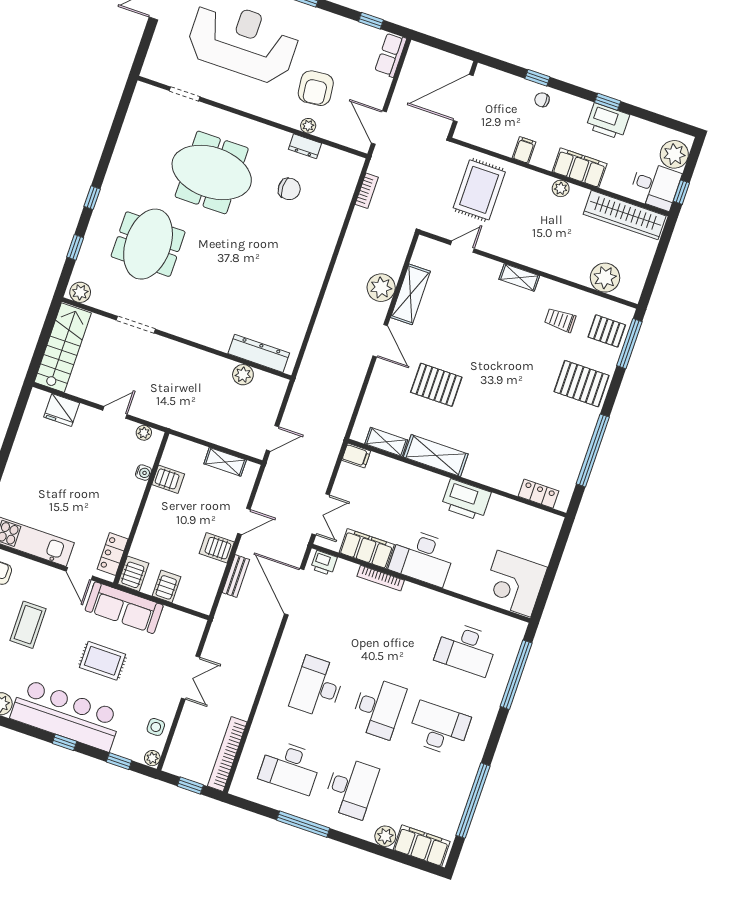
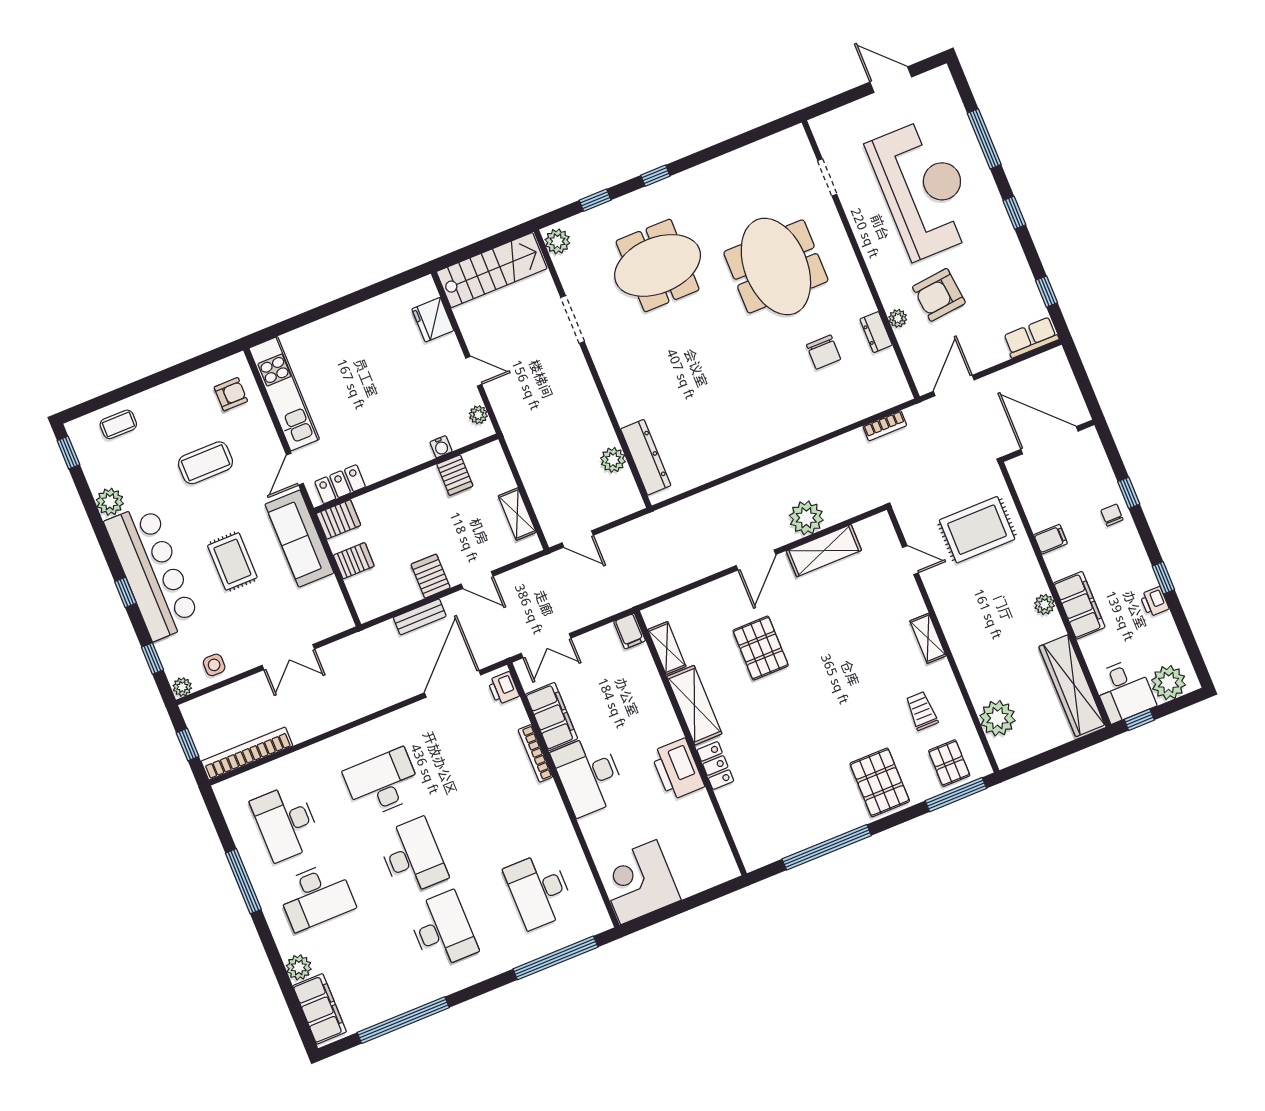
printer: (608, 121) -> (1154, 602), width x0.53, depth x0.68
locker: (539, 494) -> (715, 766), moved
desk: (378, 708) -> (413, 857), turned -90

